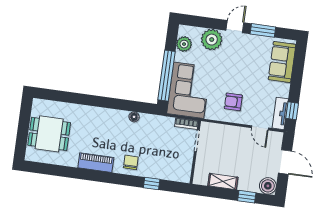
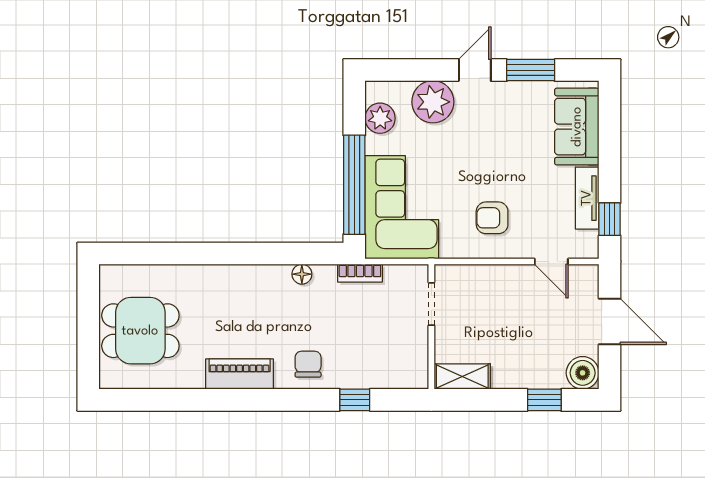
tv unit: (280, 113) -> (587, 198), moved
bookcase: (186, 124) -> (360, 273), moved
shelving: (223, 181) -> (462, 377), moved

